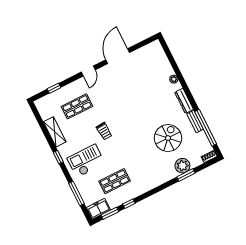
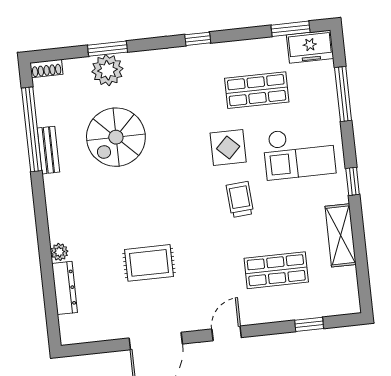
rug: (133, 89) -> (149, 263), added
dresser: (184, 101) -> (65, 288), moved
display table: (118, 152) -> (228, 147), added
window: (129, 204) -> (198, 39), moved

